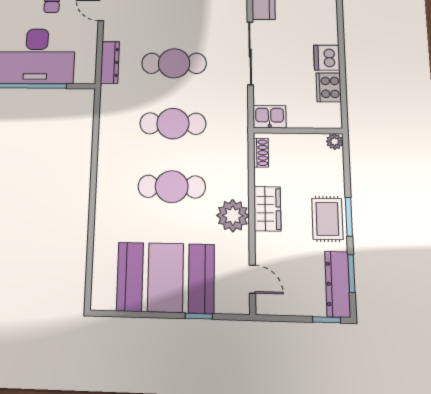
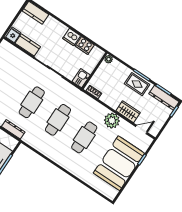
wardrobe: (267, 209) -> (128, 112), moved

